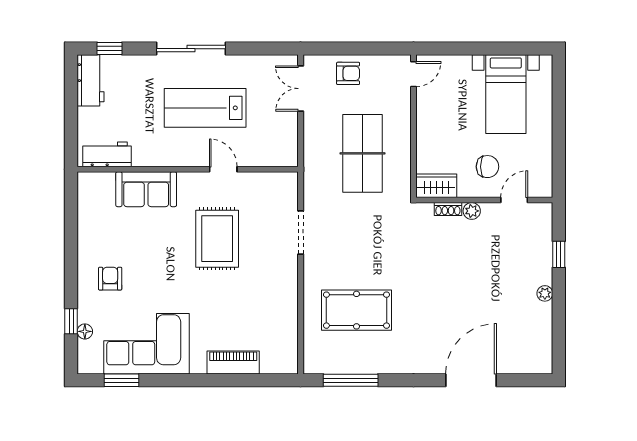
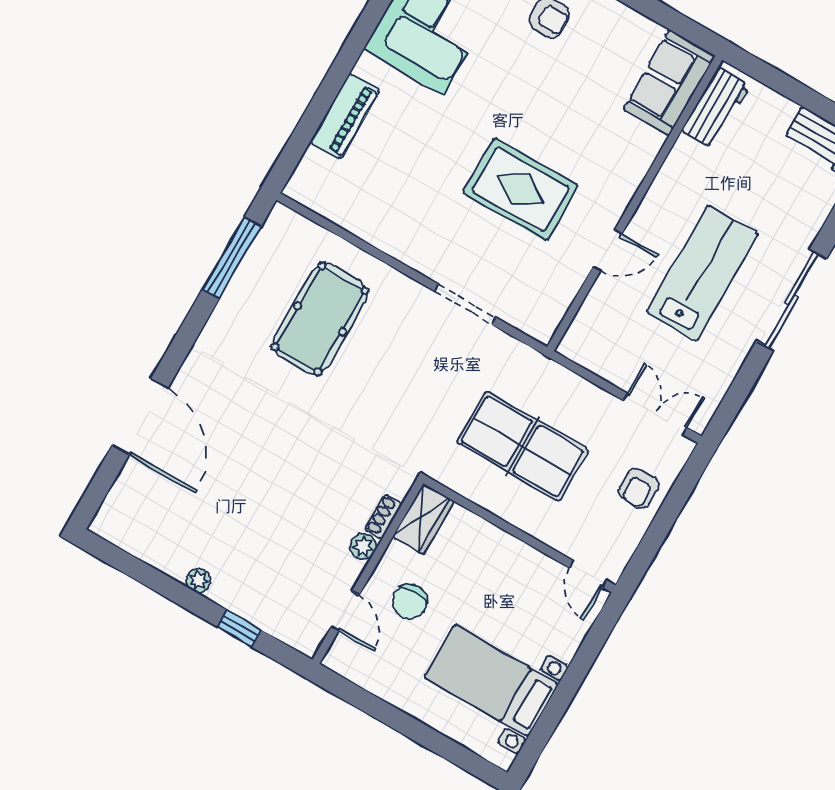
sofa: (146, 189) -> (669, 82), moved

